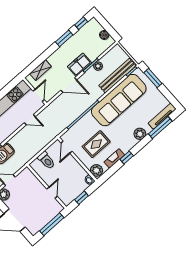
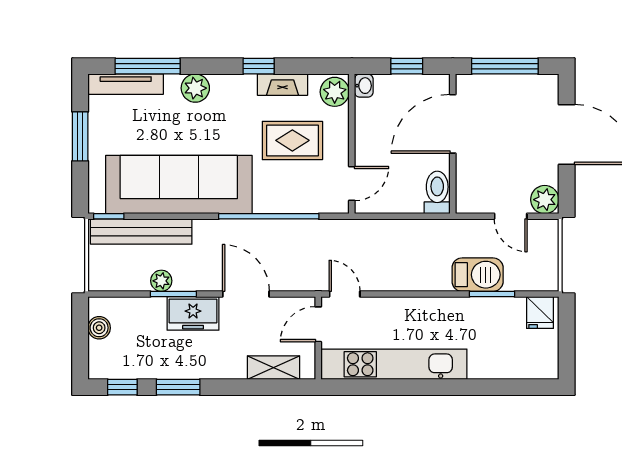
window: (153, 78) -> (80, 136), moved
door: (30, 120) -> (345, 294), moved
toilet: (46, 160) -> (437, 192), moved
door: (52, 193) -> (453, 124), width x1.88

